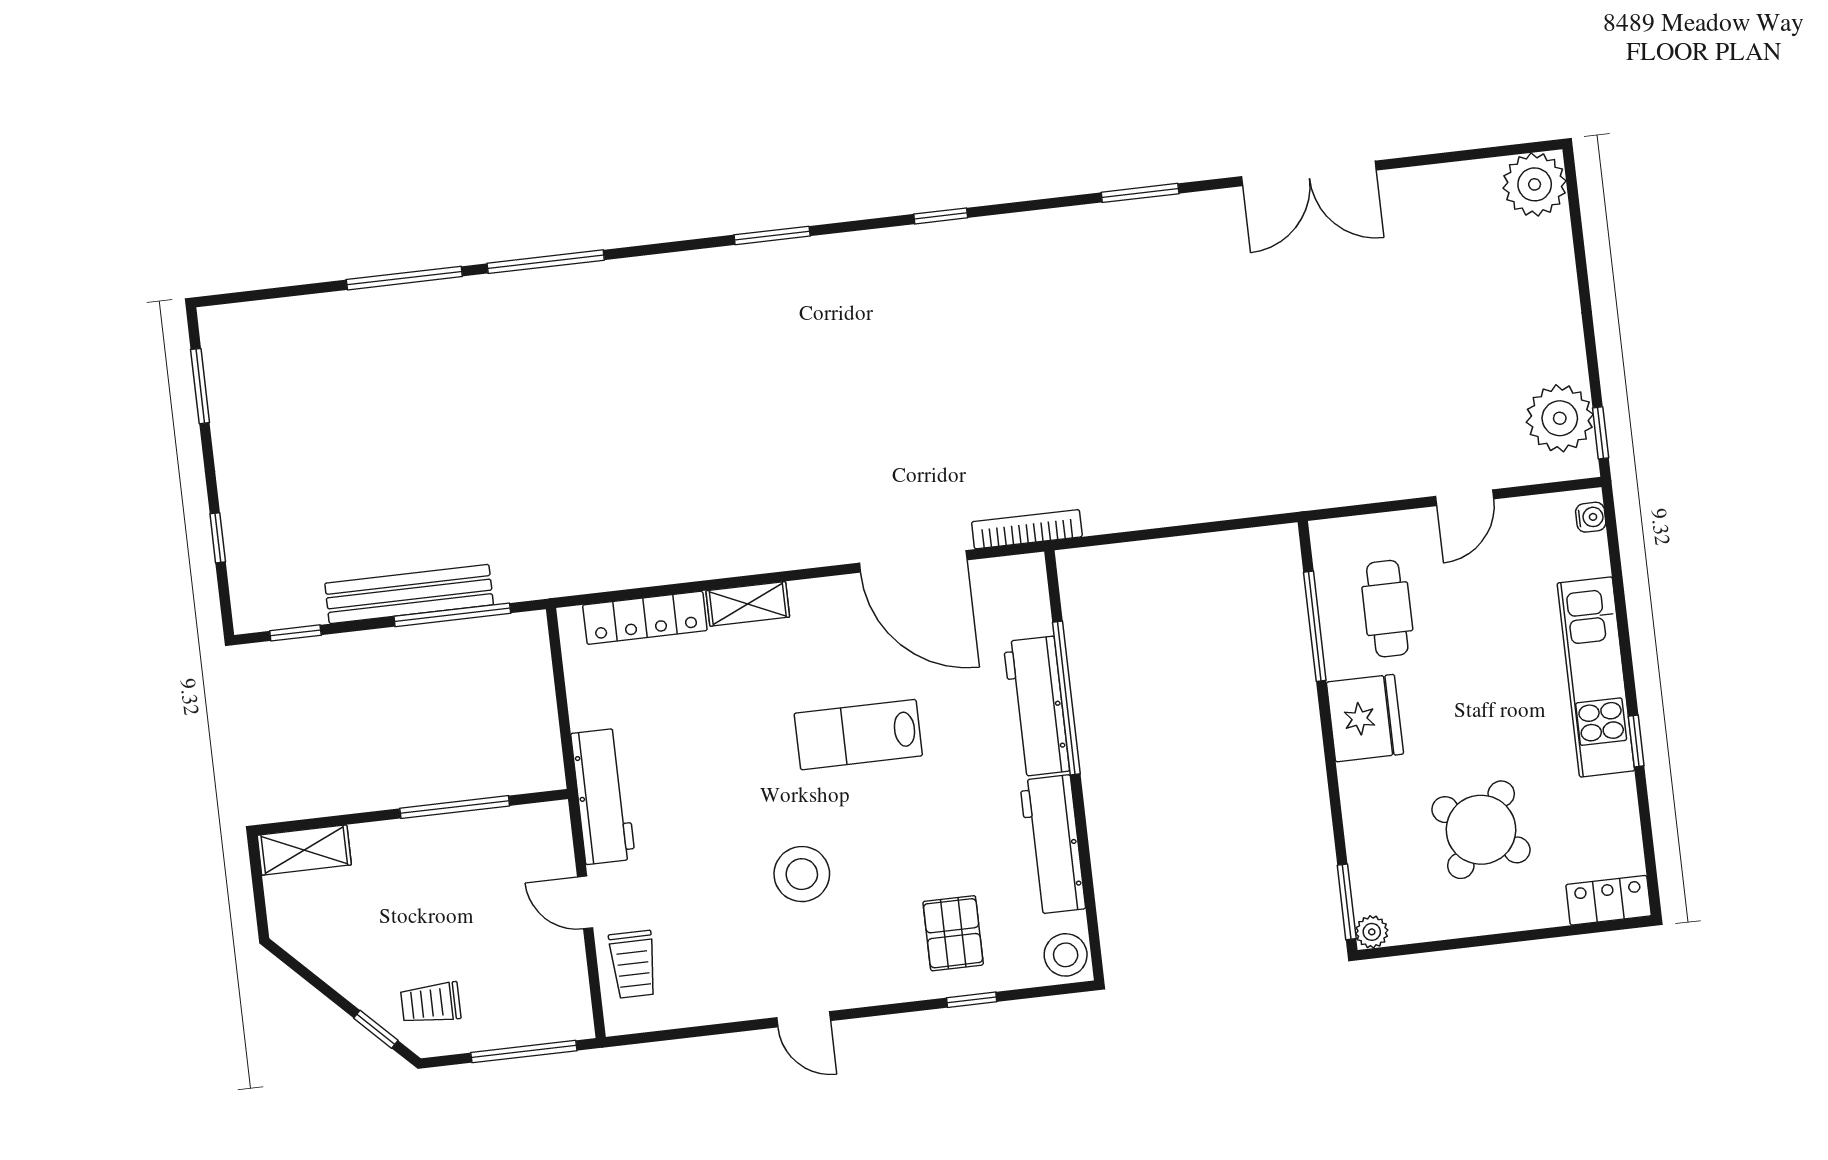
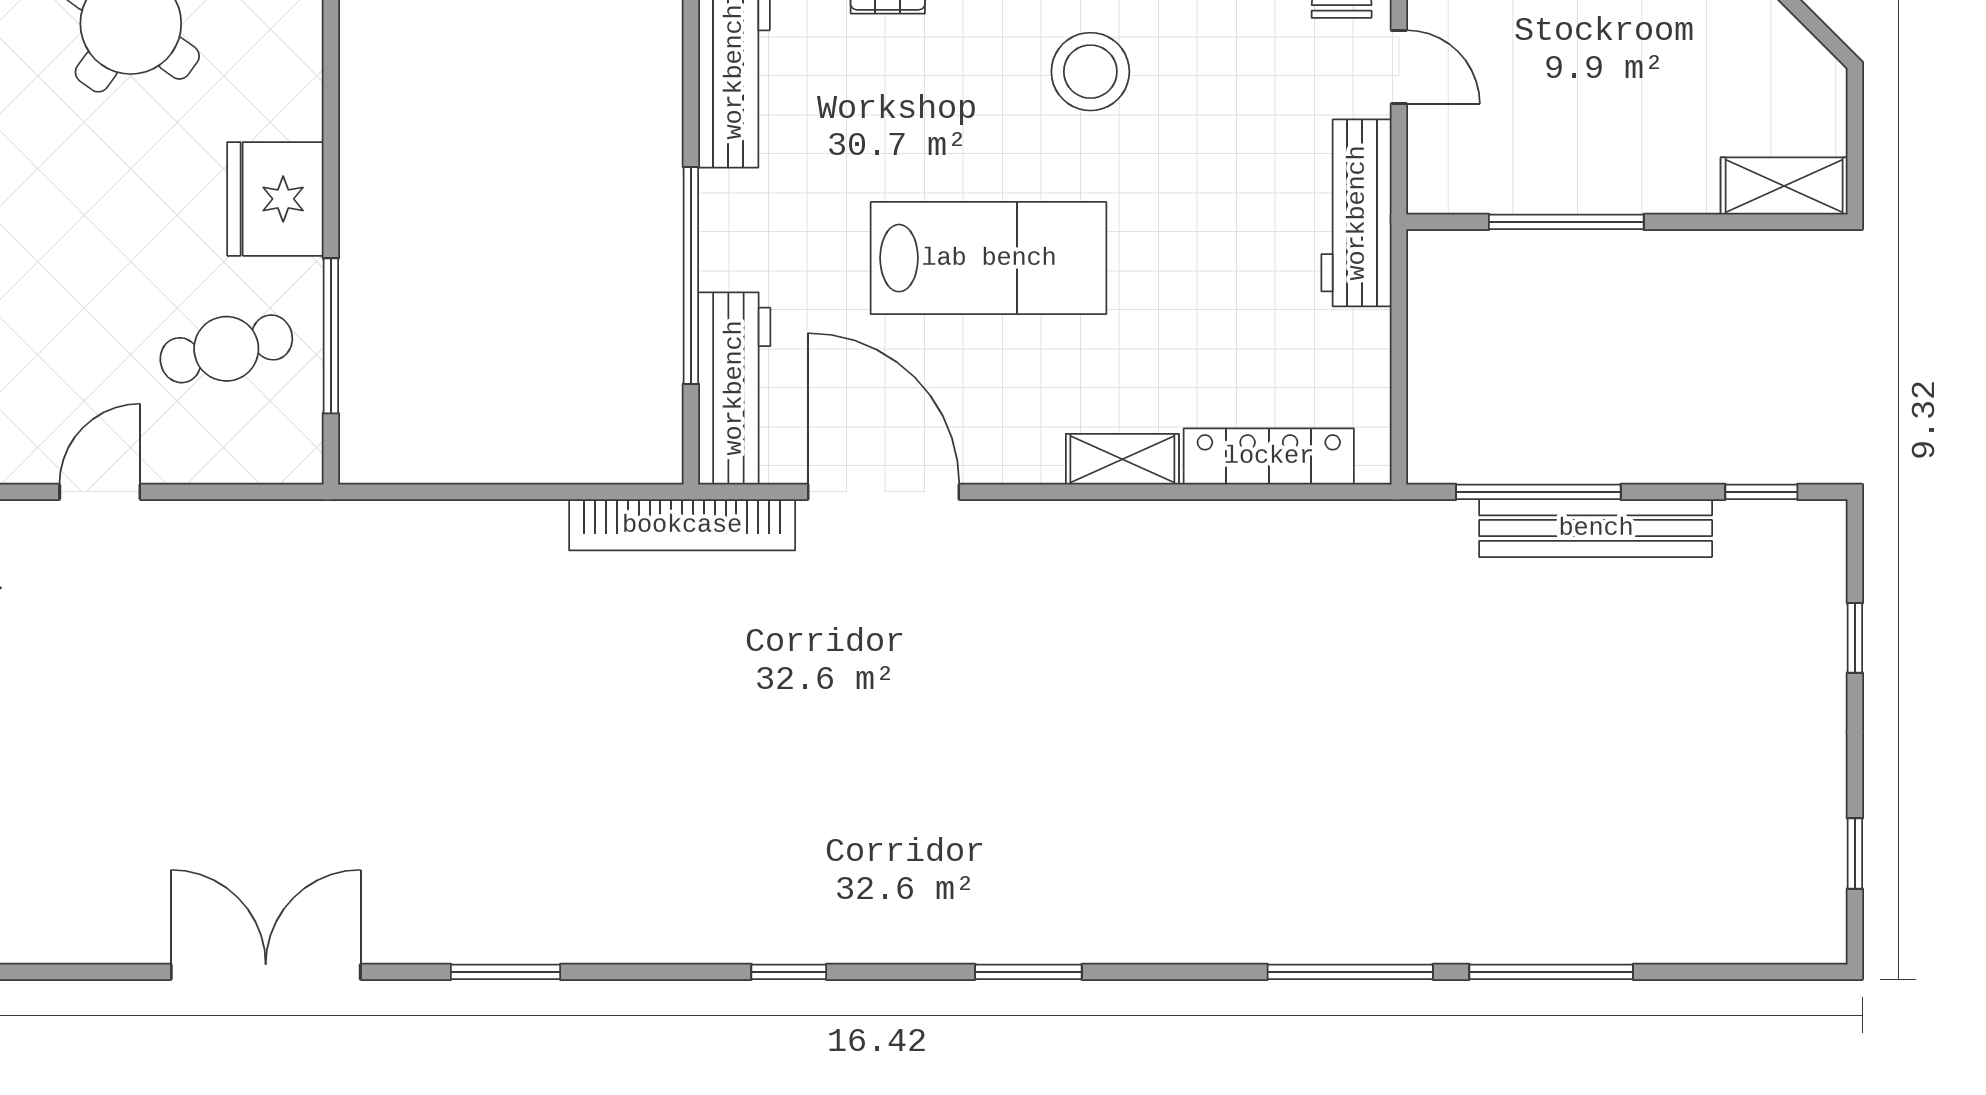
window: (200, 386) -> (1855, 854), width x0.67
bookcase: (1027, 529) -> (682, 525), width x1.48, depth x1.31
cafe table: (1387, 609) -> (226, 349), turned 76
workbench: (1036, 706) -> (734, 388), moved
lab bench: (858, 735) -> (989, 258), width x1.36, depth x1.39

